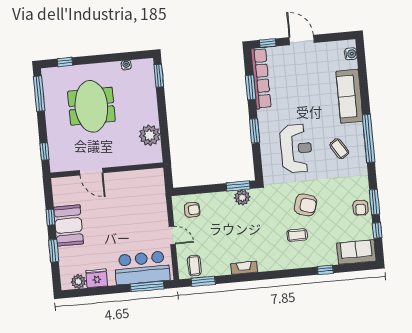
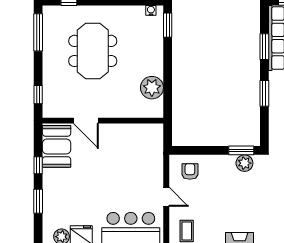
water cooler: (126, 65) -> (151, 10), moved
armchair: (192, 210) -> (190, 171), turned -90
booth: (69, 225) -> (57, 146), moved

